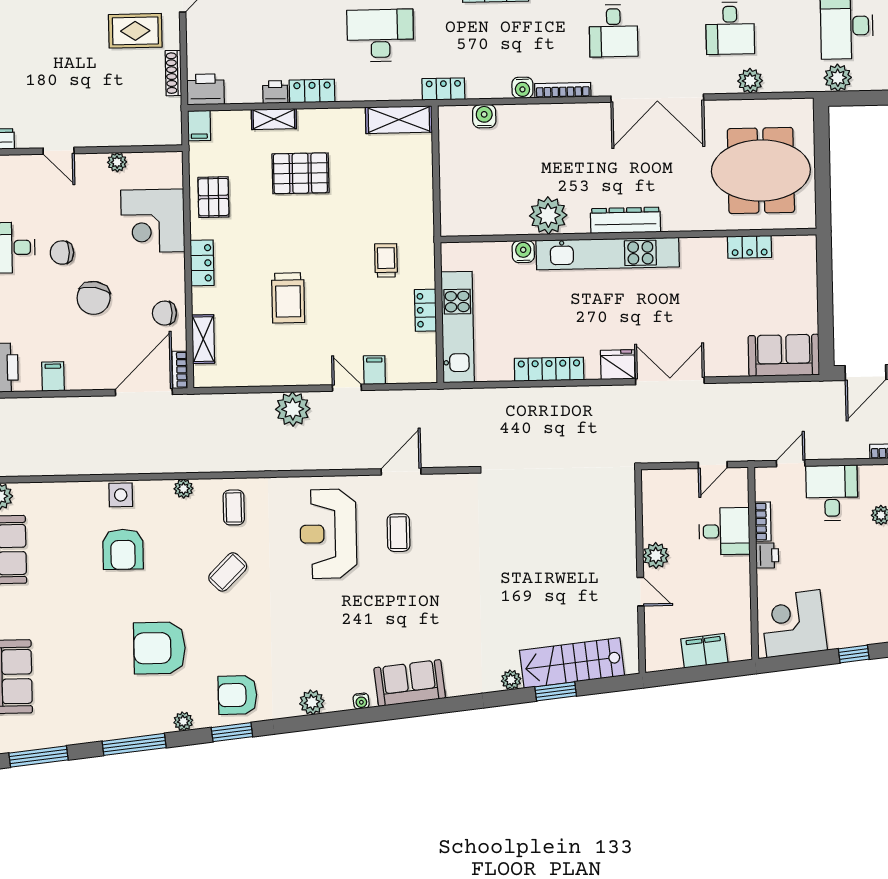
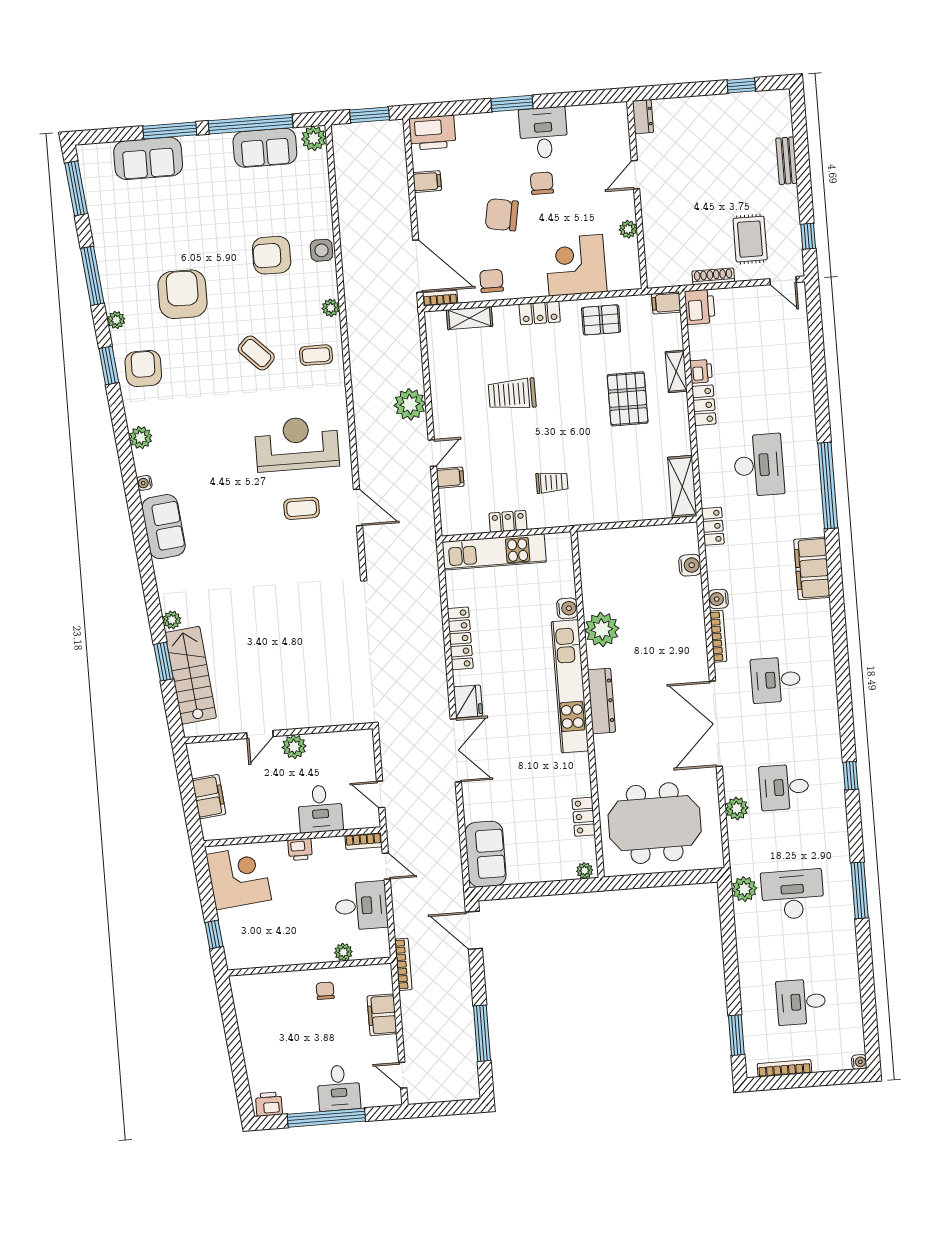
meeting table: (761, 170) -> (655, 823), turned 90
plant: (808, 249) -> (585, 871), added
bookcase: (763, 522) -> (364, 841), moved

